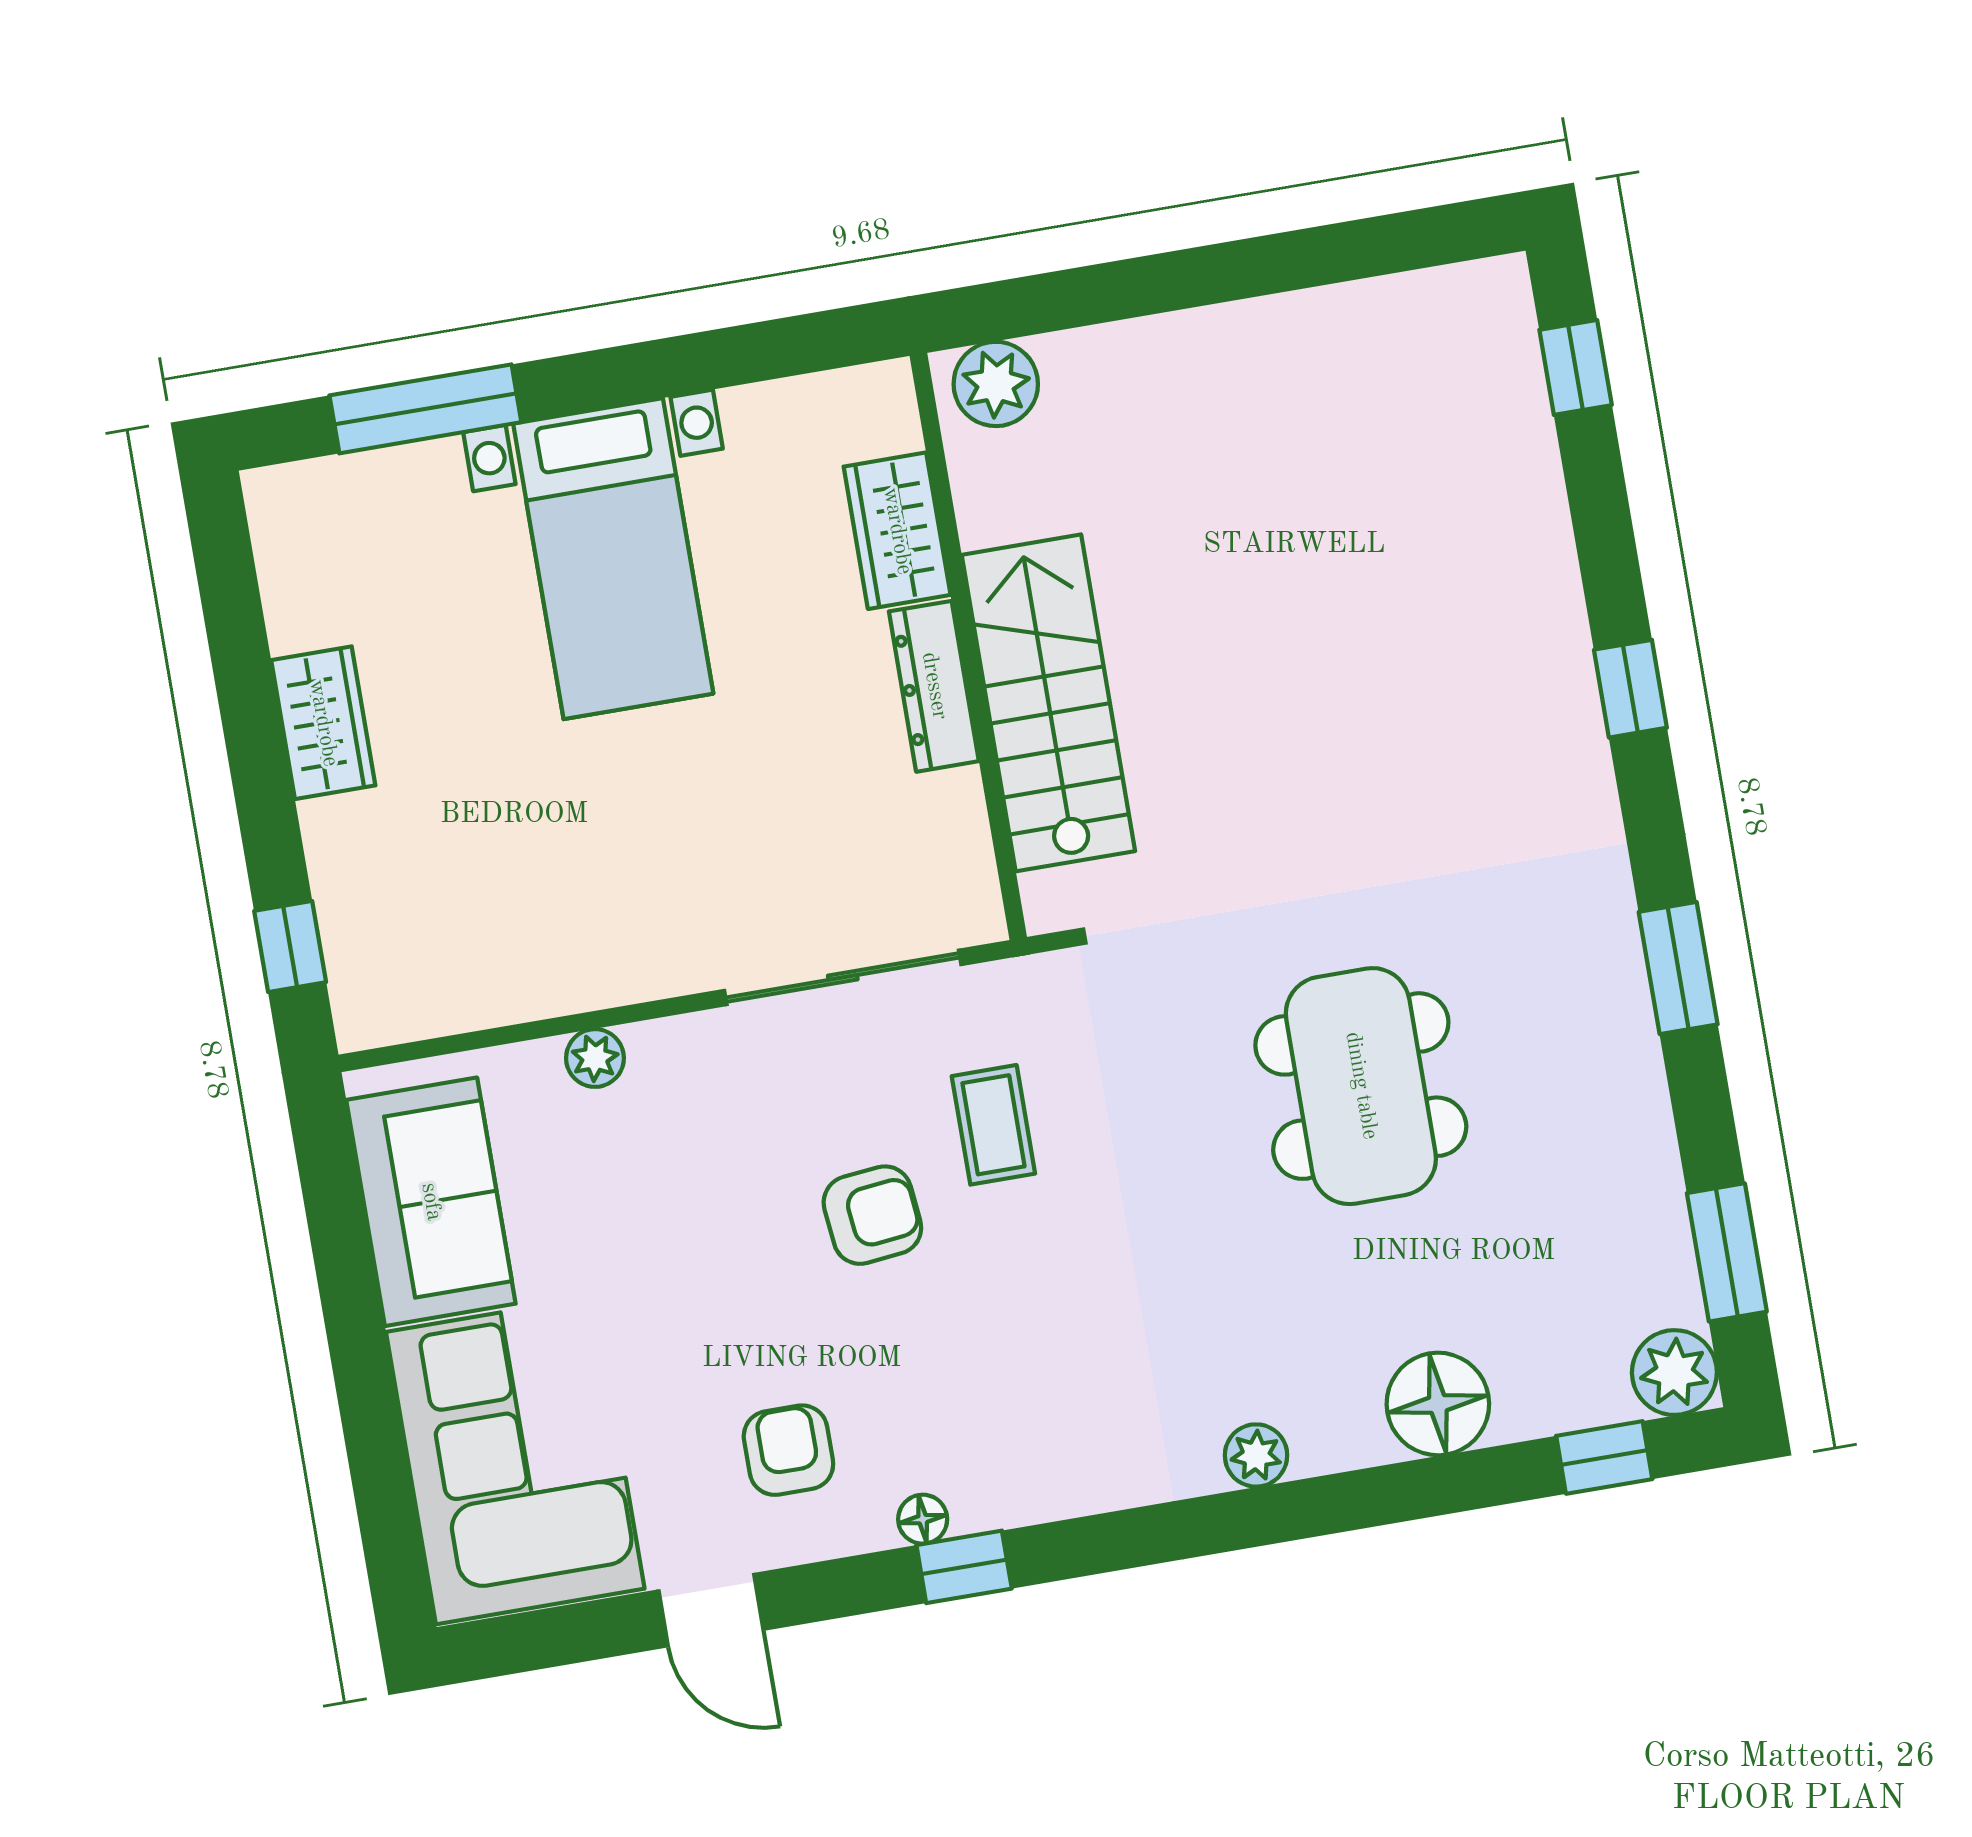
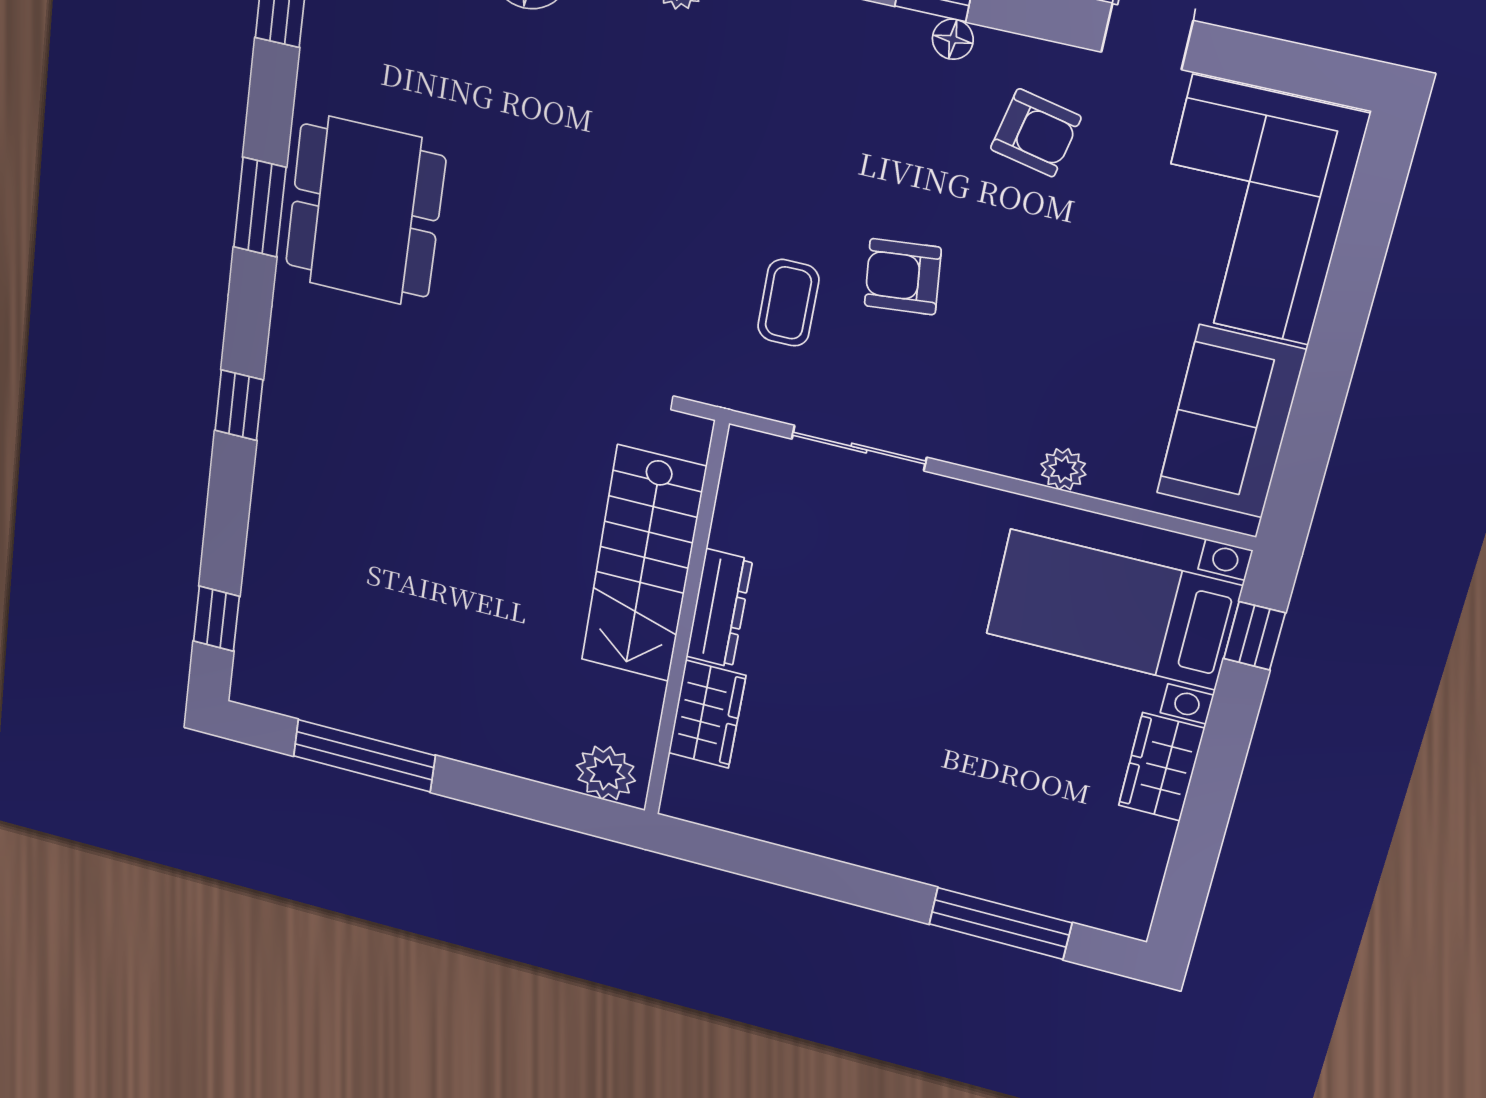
window: (1319, 256) -> (364, 756), added
bed with nightstands: (613, 559) -> (1113, 610), moved, turned -90
sliding door: (843, 977) -> (859, 448), width x0.73
dining table: (1361, 1086) -> (365, 211), moved
armchair: (788, 1450) -> (1036, 133), turned -78

